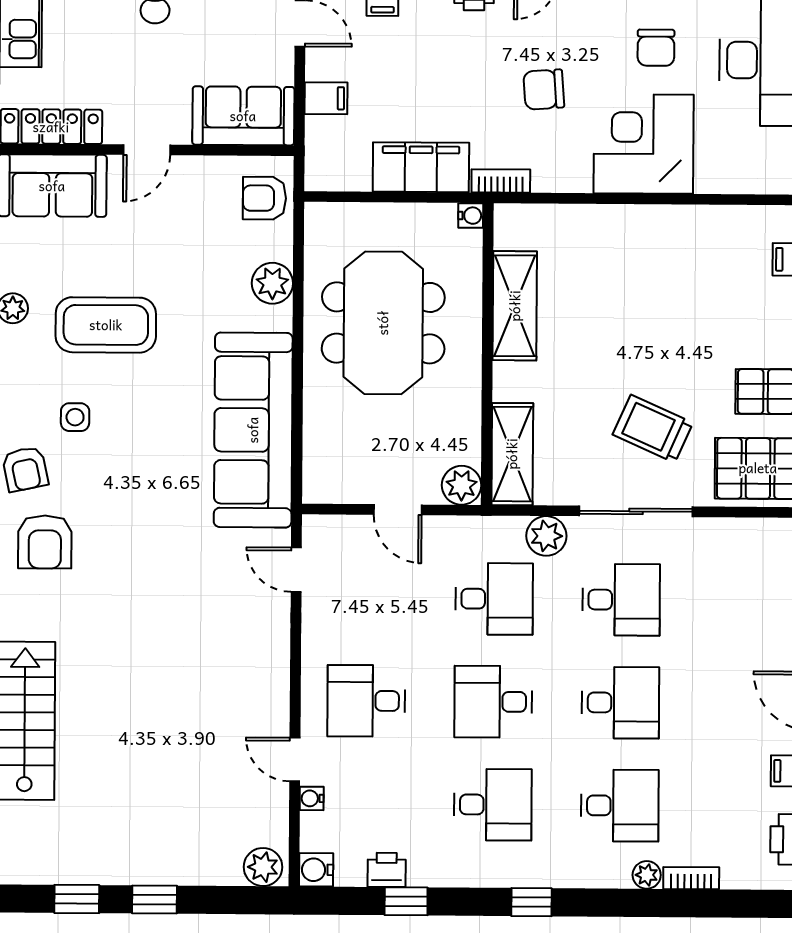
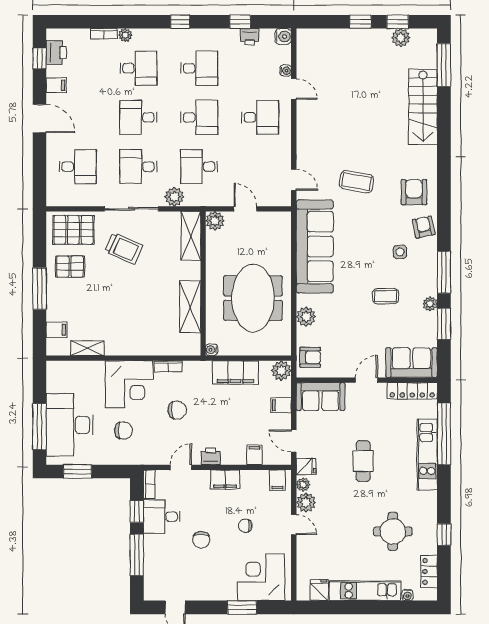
chair: (656, 48) -> (124, 430), turned 90
plant: (325, 171) -> (281, 371), added
bookcase: (501, 181) -> (168, 366), moved
shelving: (730, 220) -> (87, 348), added
coffee table: (106, 325) -> (386, 296), width x0.54, depth x0.58
coffee table: (165, 565) -> (357, 182), added
desk: (748, 601) -> (78, 167), added
desk: (493, 805) -> (199, 68), turned 180
desk: (620, 806) -> (138, 68), turned 180
plant: (263, 867) -> (401, 38), moved

